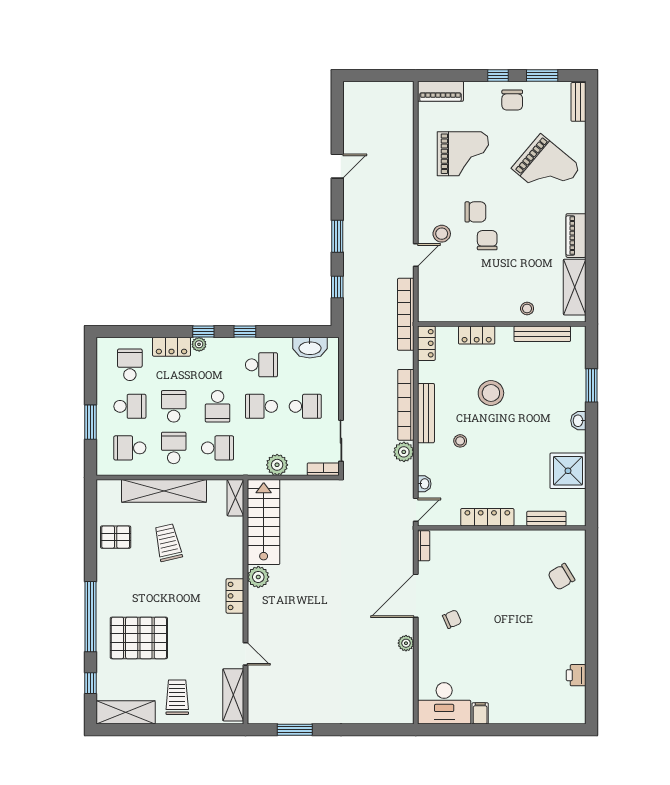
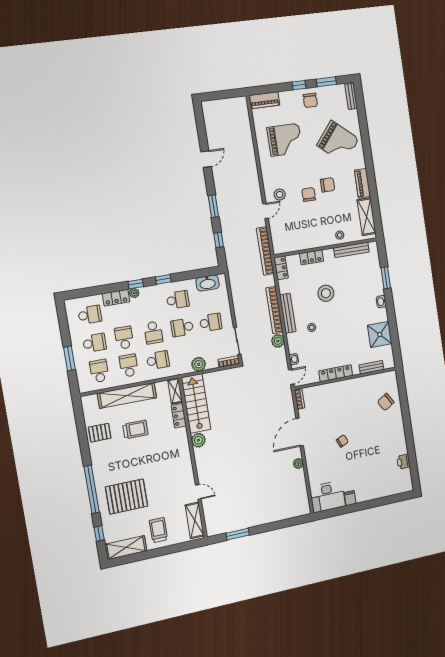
chair: (475, 212) -> (328, 185), moved
school desk: (130, 365) -> (90, 315), turned 90
school desk: (130, 448) -> (99, 371), turned 90
trolley: (168, 543) -> (135, 429), turned 103
locker: (235, 596) -> (179, 416), moved
chair: (452, 619) -> (342, 441), moved

